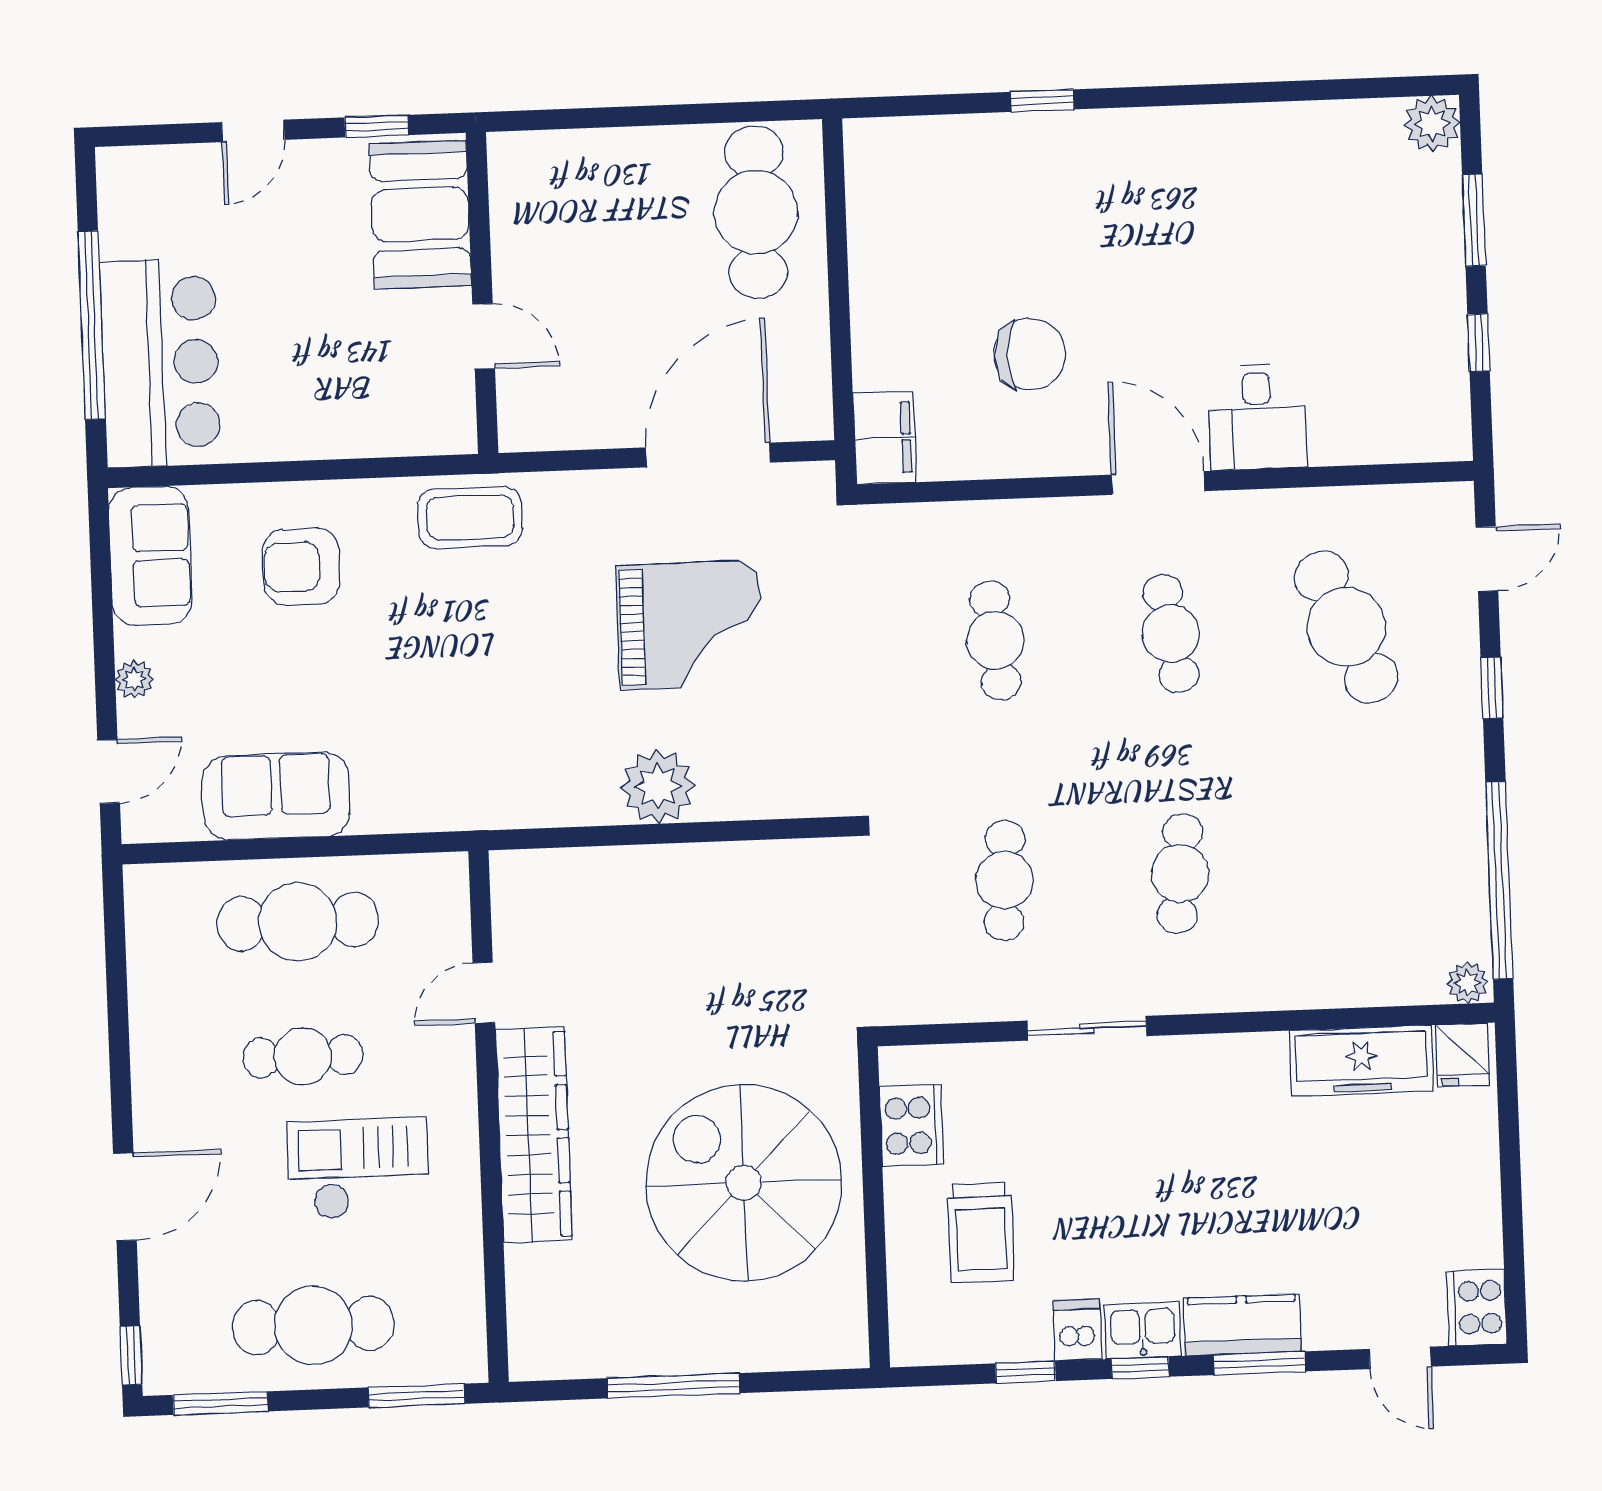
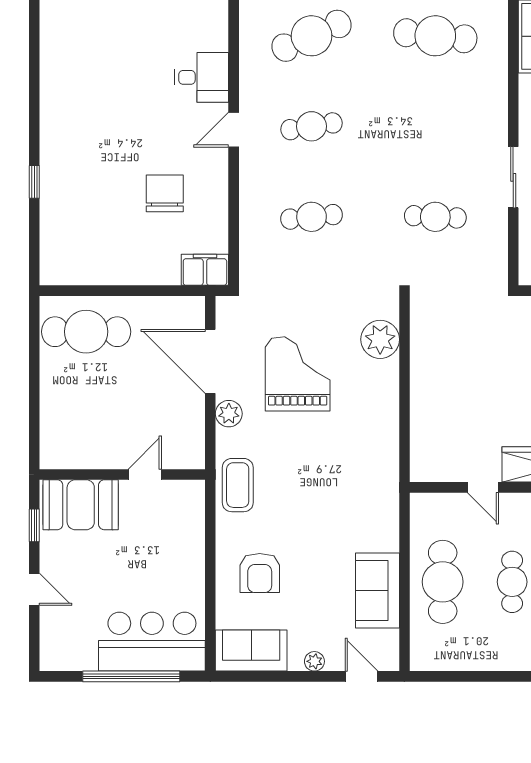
door: (1158, 483) -> (234, 130), width x0.73
plant: (608, 495) -> (229, 414), added
plant: (658, 787) -> (380, 339), moved
cafe table: (1180, 874) -> (435, 36), moved, width x1.37, depth x1.35

